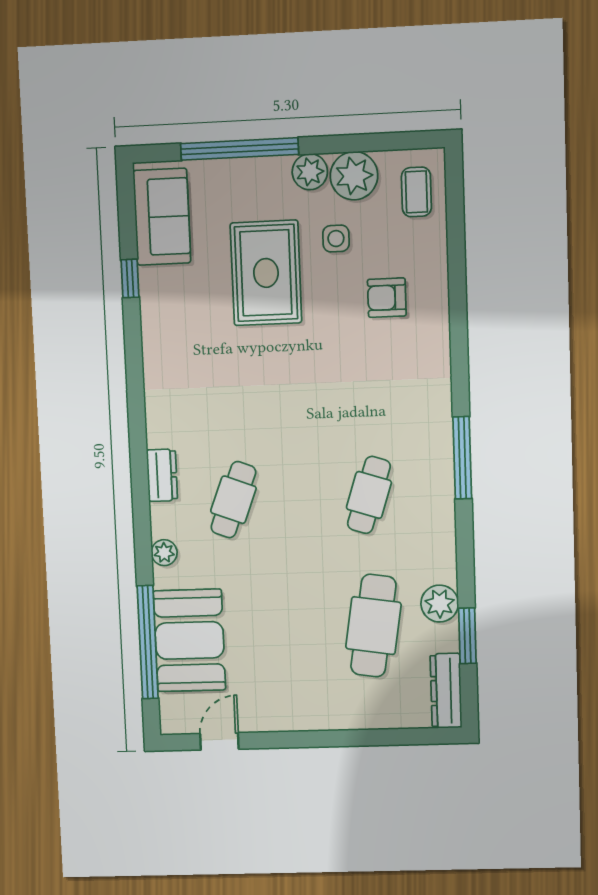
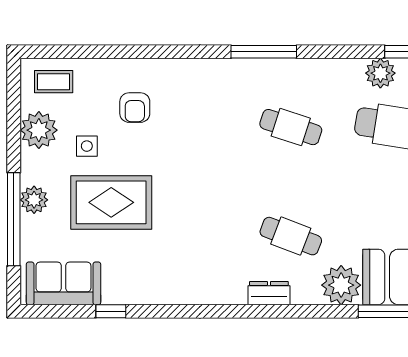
plant: (310, 172) -> (34, 200), moved
plant: (164, 553) -> (341, 285), width x1.88, depth x1.88

